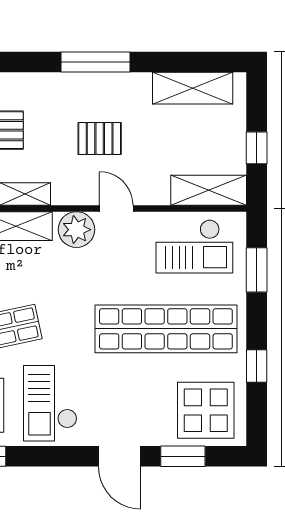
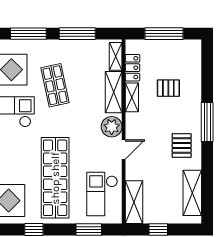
window: (95, 62) -> (207, 122), moved
pallet: (100, 138) -> (182, 146), moved

